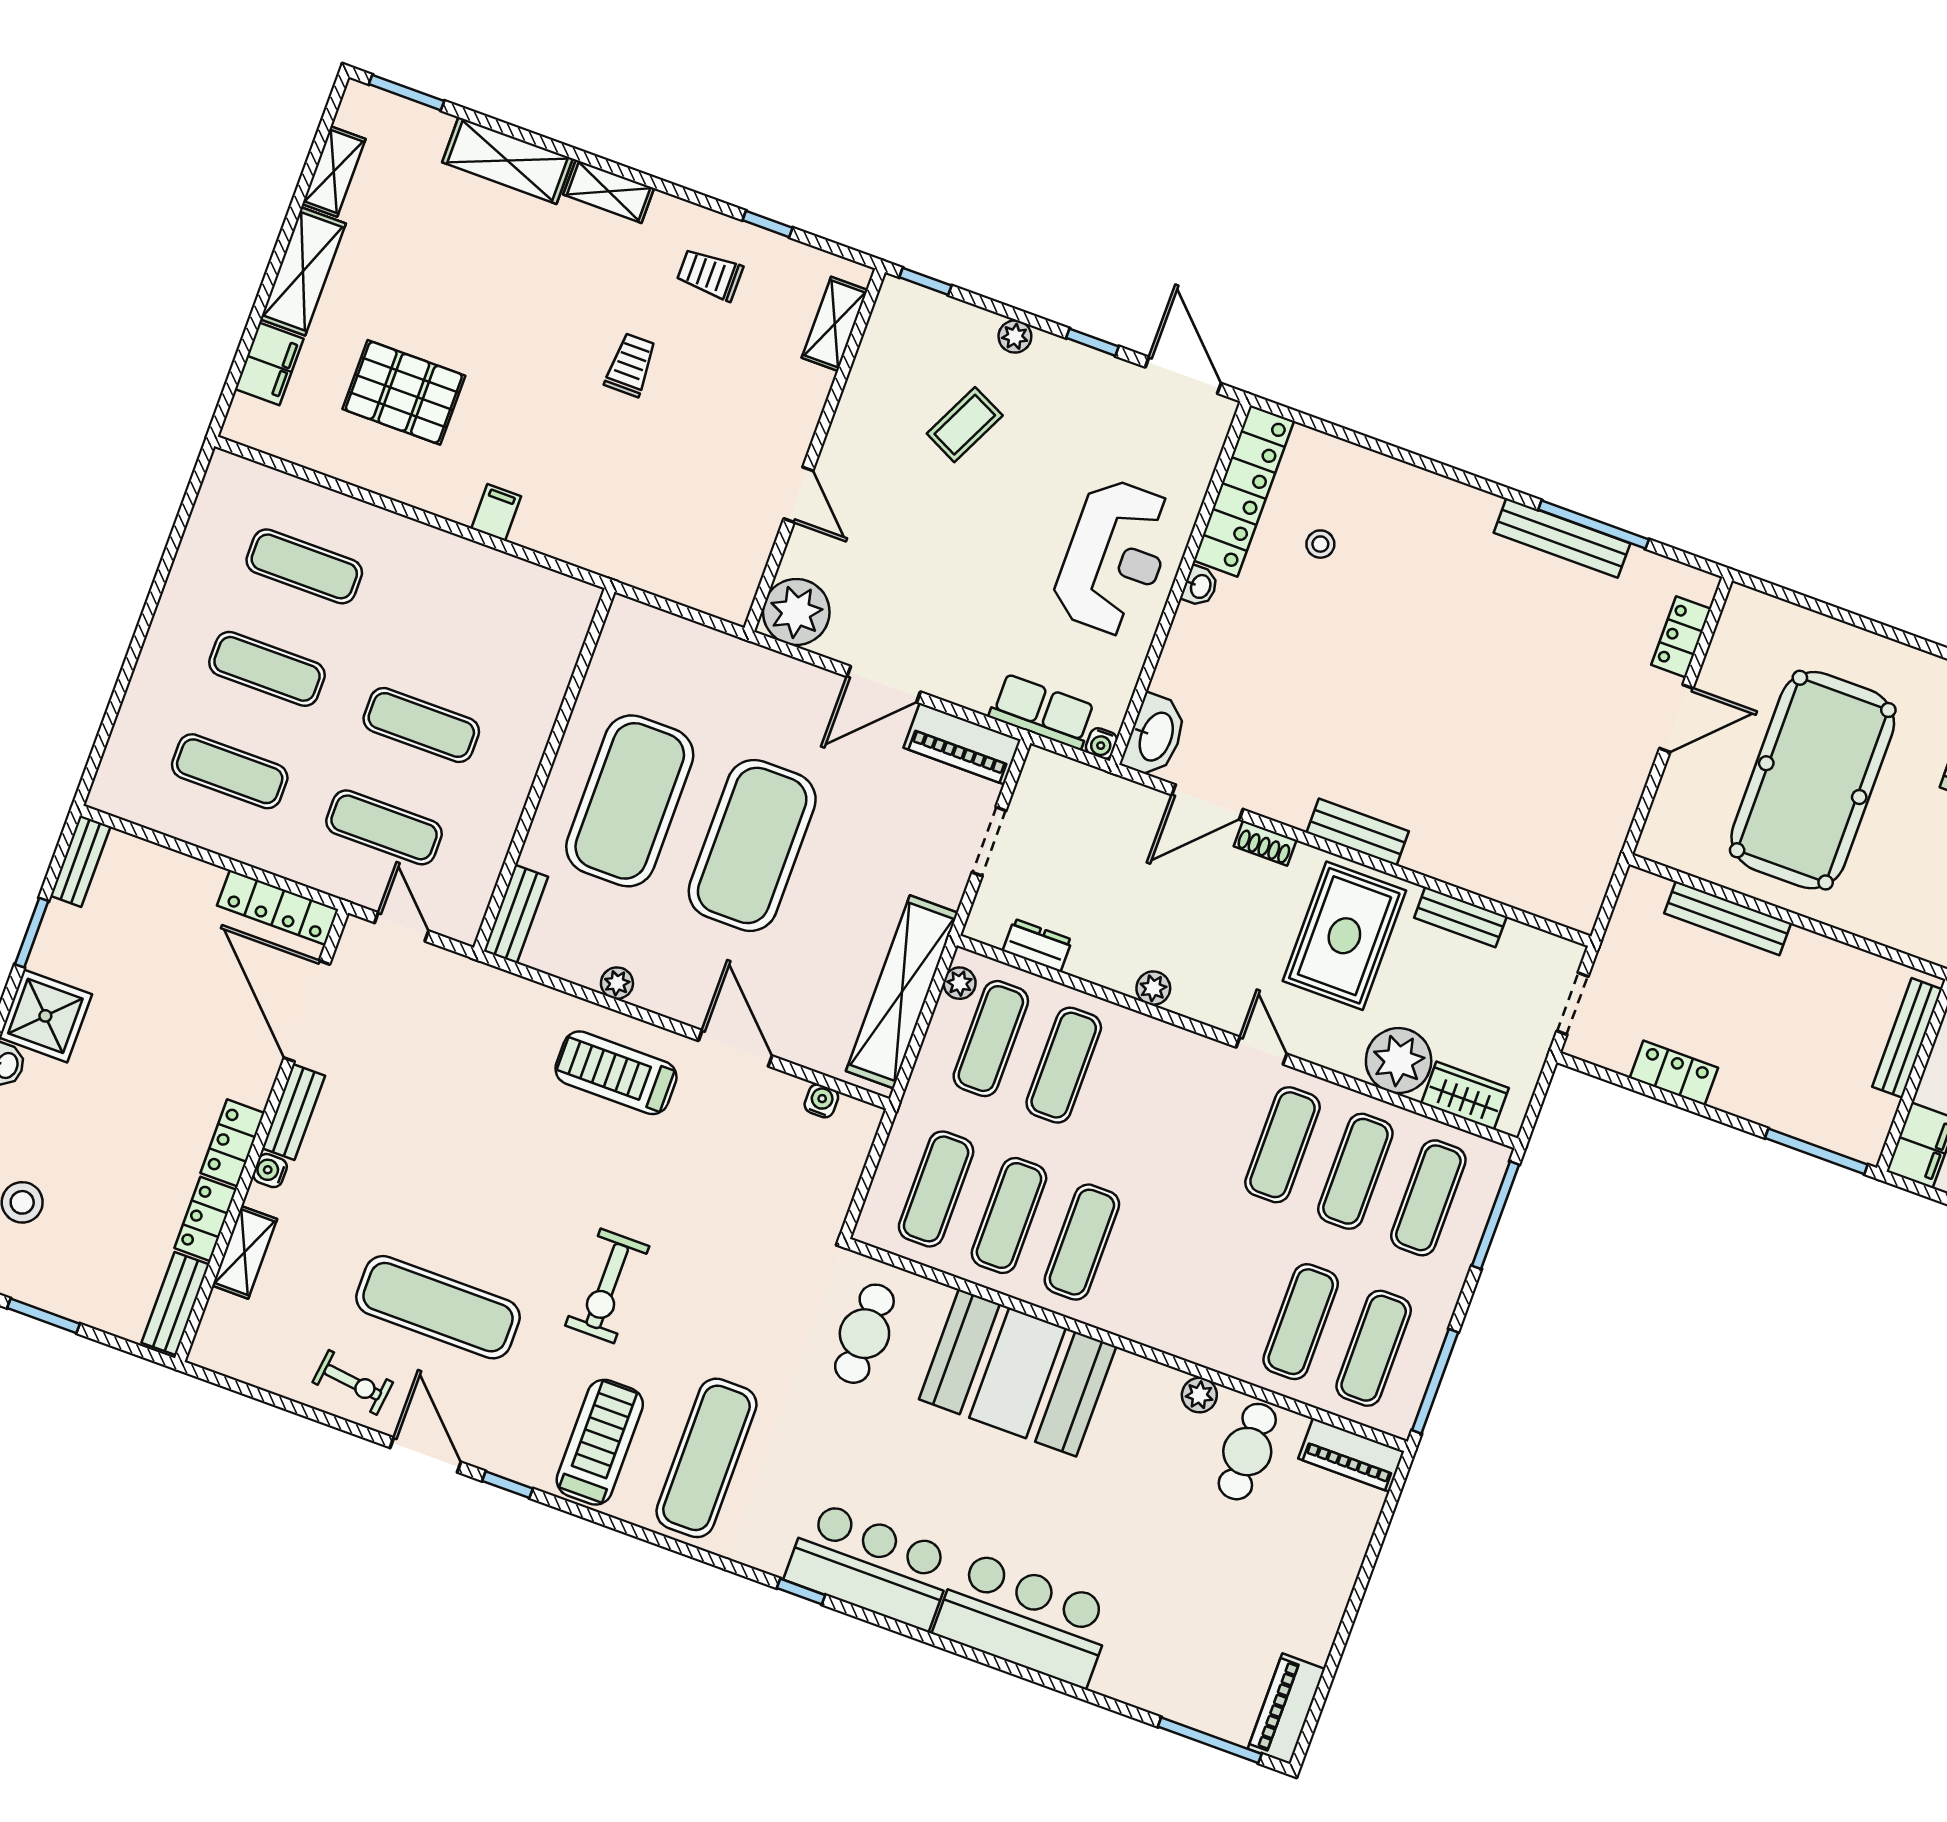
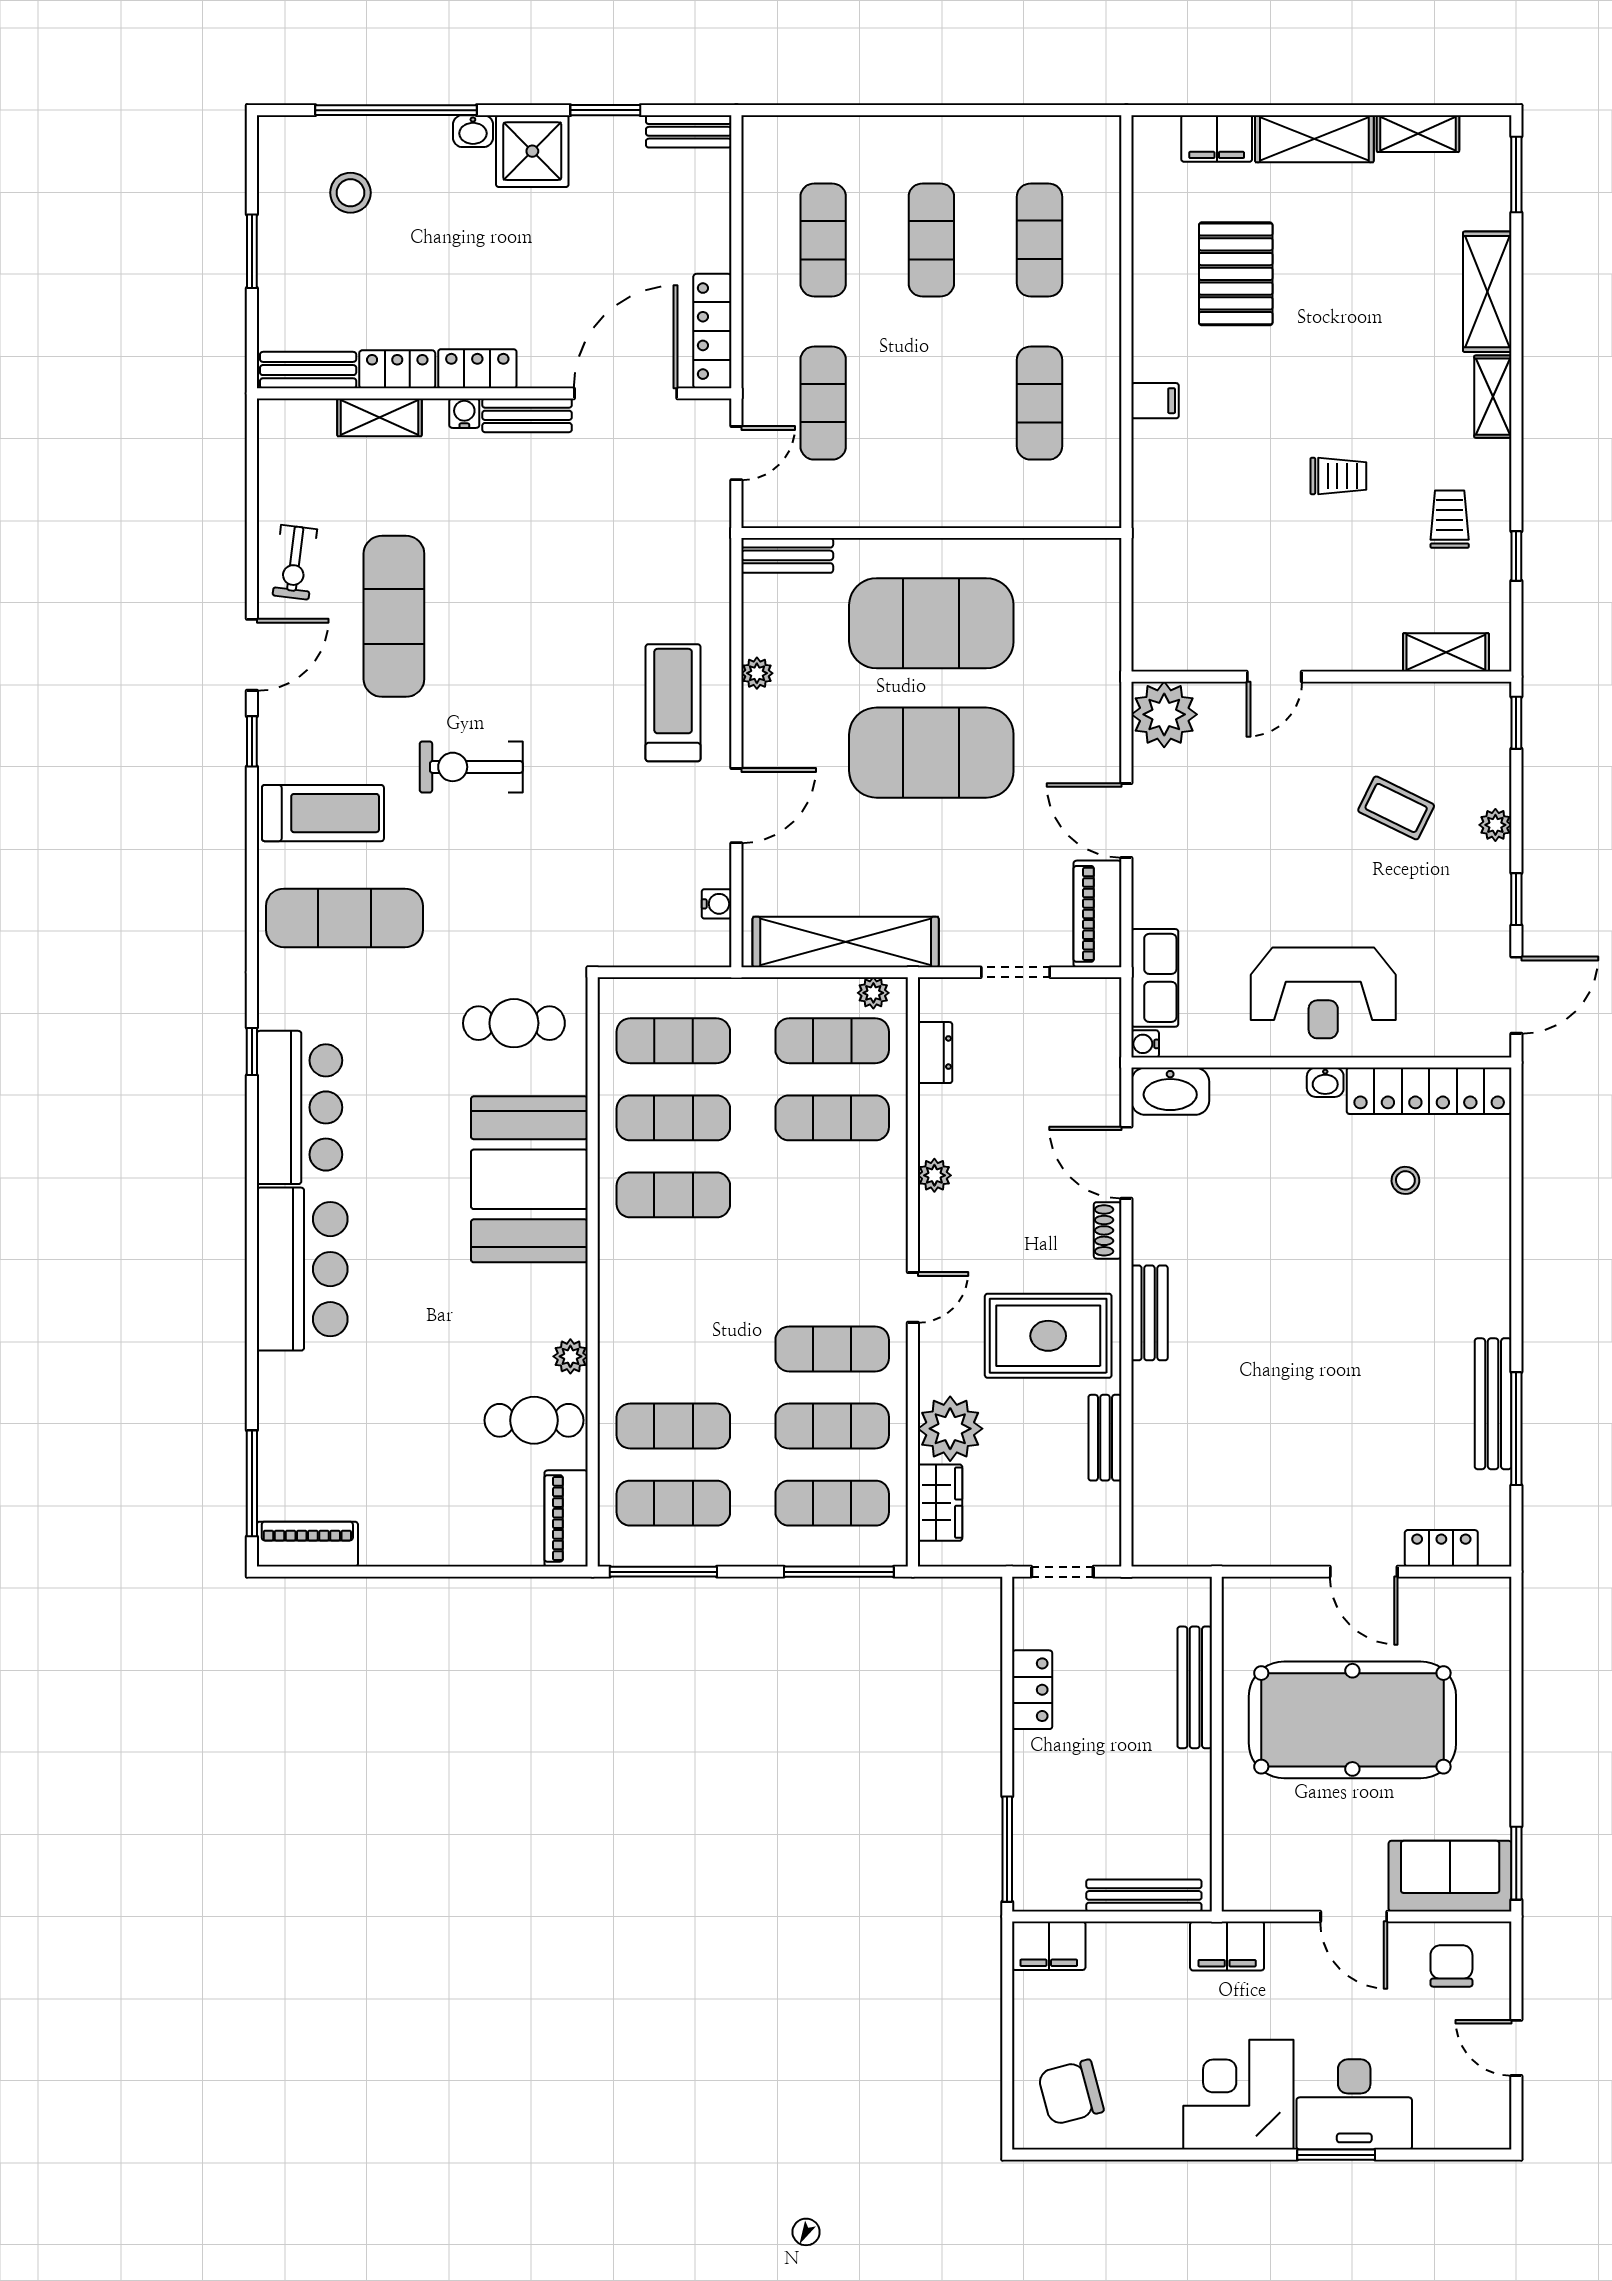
exercise mat: (421, 725) -> (1040, 403), moved

